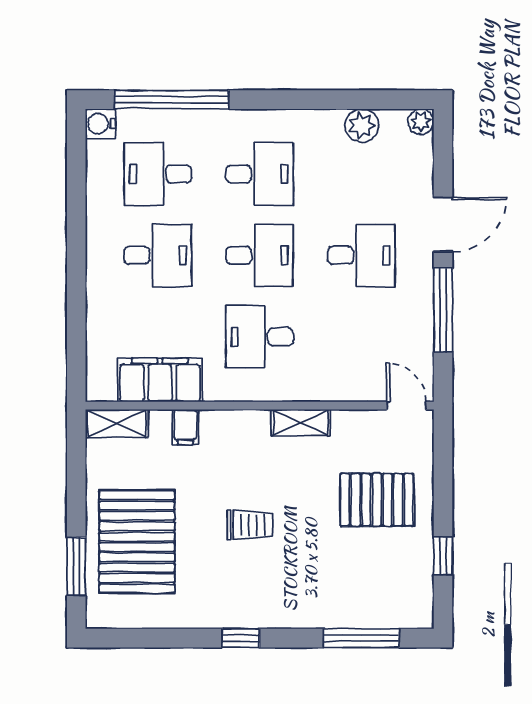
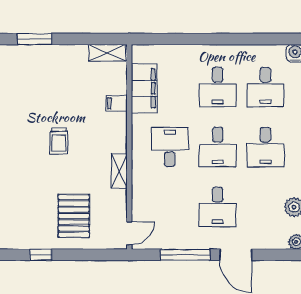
desk: (158, 174) -> (265, 87), turned 180
shelving: (117, 423) -> (107, 53), moved, turned 90
pallet: (137, 542) -> (49, 75), removed

